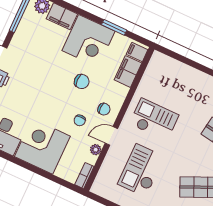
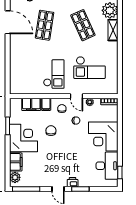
filing cabinet: (137, 52) -> (46, 104), moved
checkout: (154, 119) -> (54, 74), turned 180

